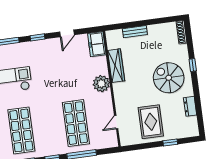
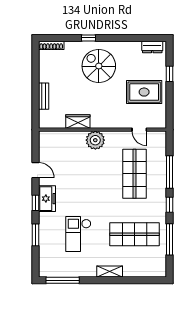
freezer: (97, 44) -> (47, 199), moved, turned -90
wardrobe: (116, 66) -> (78, 121), width x0.67
spiral stairs: (169, 78) -> (99, 66), turned 90
dresser: (190, 106) -> (152, 47), moved
shop shelf: (76, 123) -> (134, 174), turned 90

